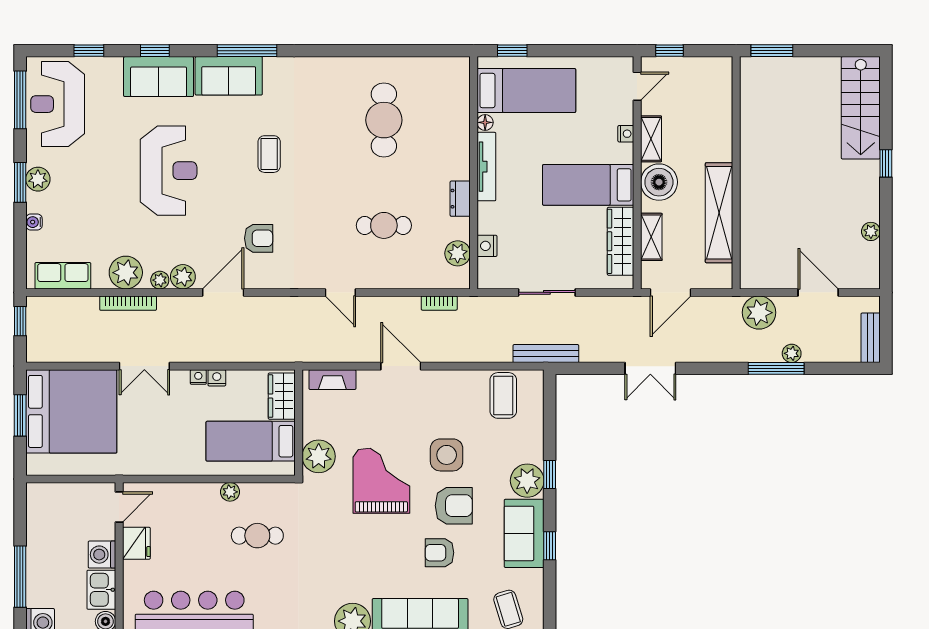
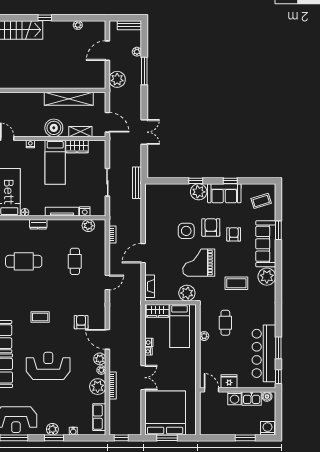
shelving: (651, 139) -> (33, 132), removed
tv unit: (486, 167) -> (62, 212), moved
dresser: (460, 199) -> (38, 224), moved
wardrobe: (621, 241) -> (77, 147), width x0.67
plant: (792, 353) -> (137, 52), moved
coffee table: (503, 395) -> (236, 283), moved
armchair: (439, 553) -> (234, 234), turned 180
window: (20, 577) -> (245, 438), width x0.69

